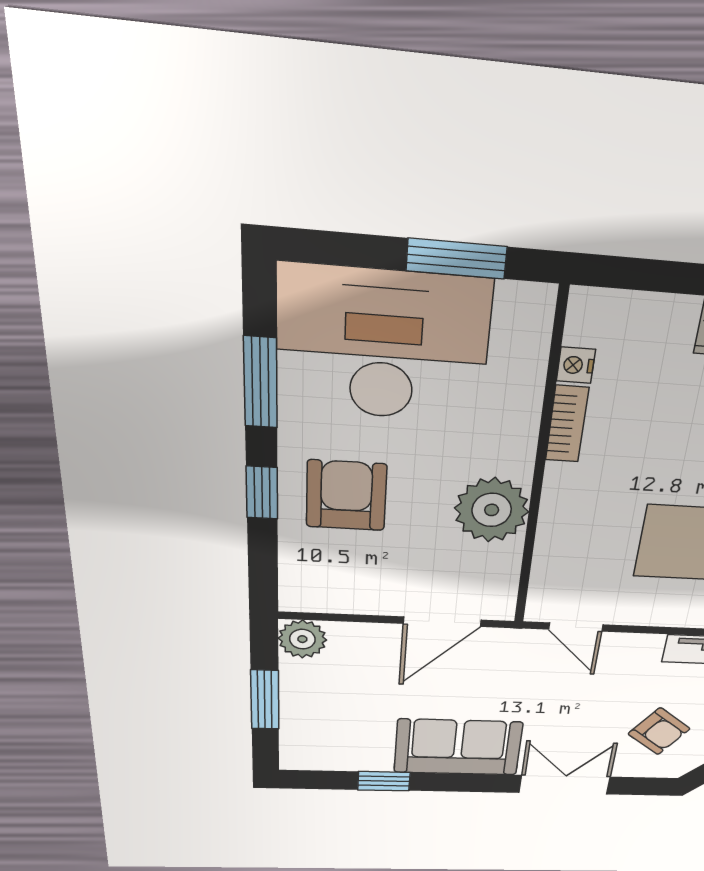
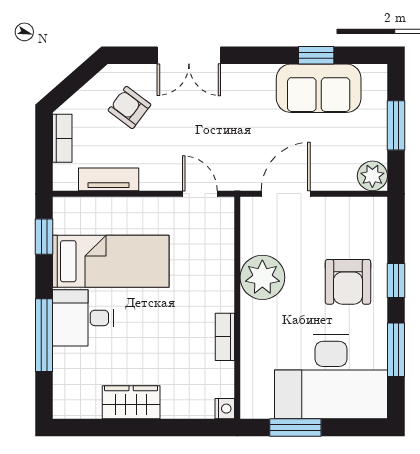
nightstand: (576, 365) -> (225, 409), moved
sofa: (458, 747) -> (319, 88), moved

